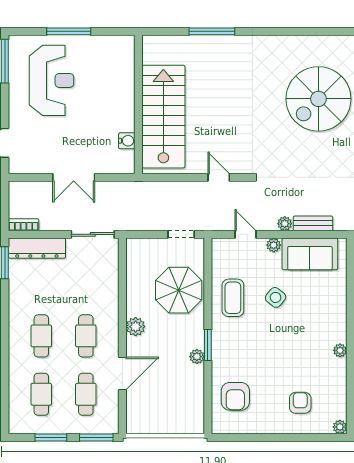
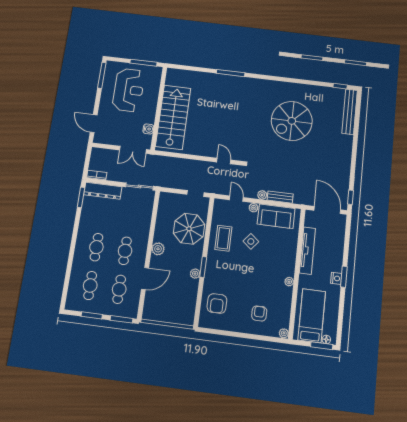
wall: (138, 104) -> (159, 108), moved
stairs: (163, 117) -> (173, 117), moved
water cooler: (127, 141) -> (148, 129), moved

